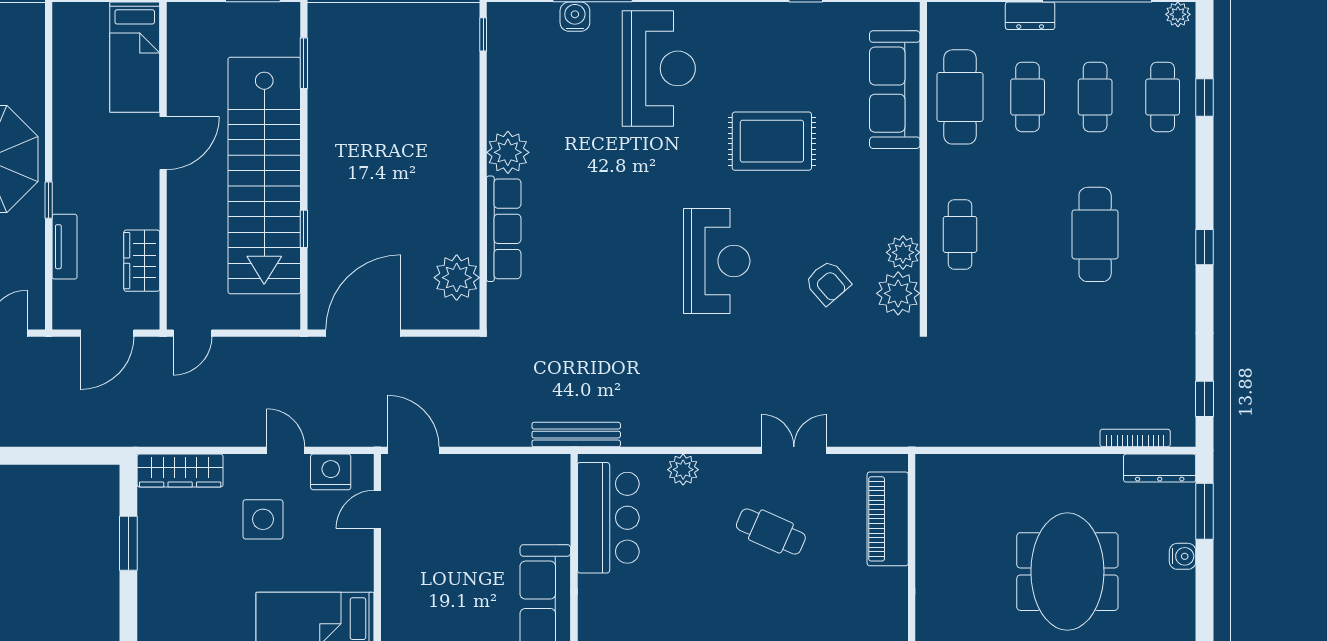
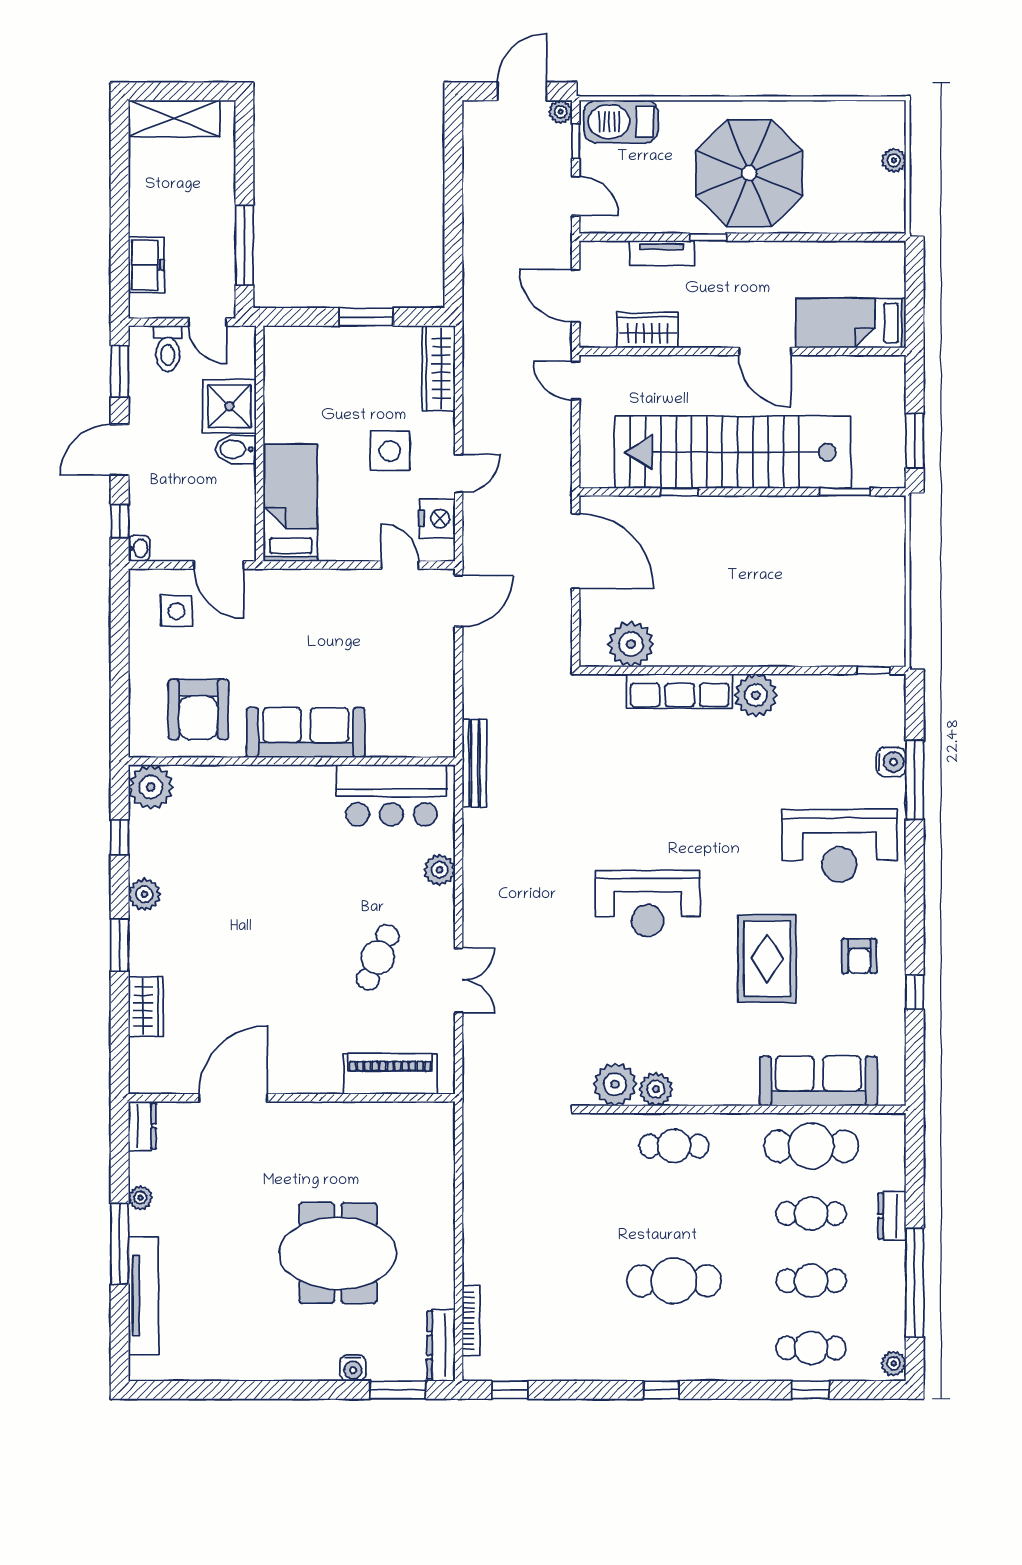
armchair: (828, 283) -> (859, 956), moved, turned -49

